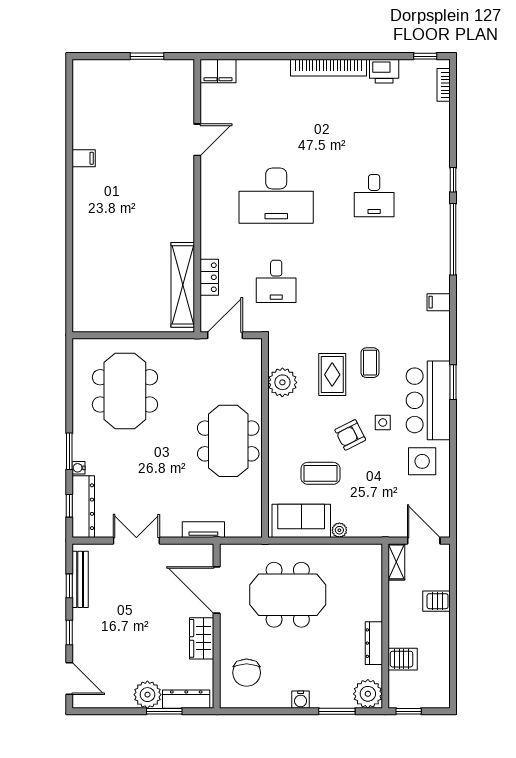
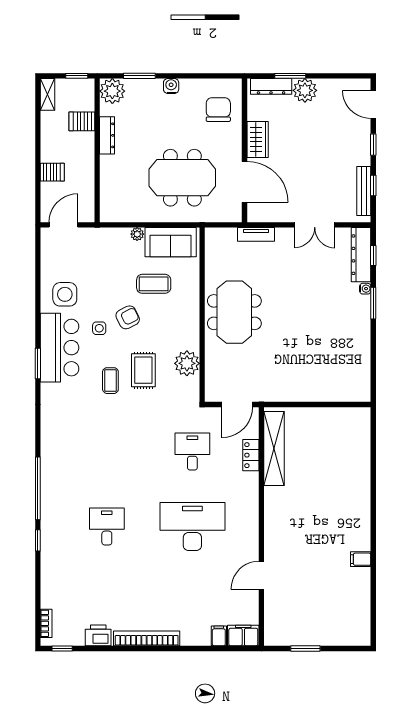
filing cabinet: (439, 302) -> (219, 636), moved, turned -90
meeting table: (125, 391) -> (325, 356), removed
door: (424, 541) -> (63, 225), swing flipped
shelving: (396, 562) -> (48, 94), moved

